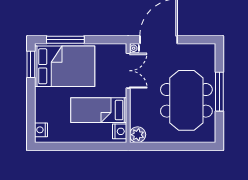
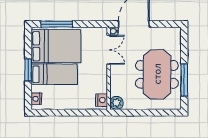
window: (31, 64) -> (28, 70), moved
window: (219, 92) -> (184, 80), moved
bed: (99, 110) -> (54, 74), moved, turned 180

